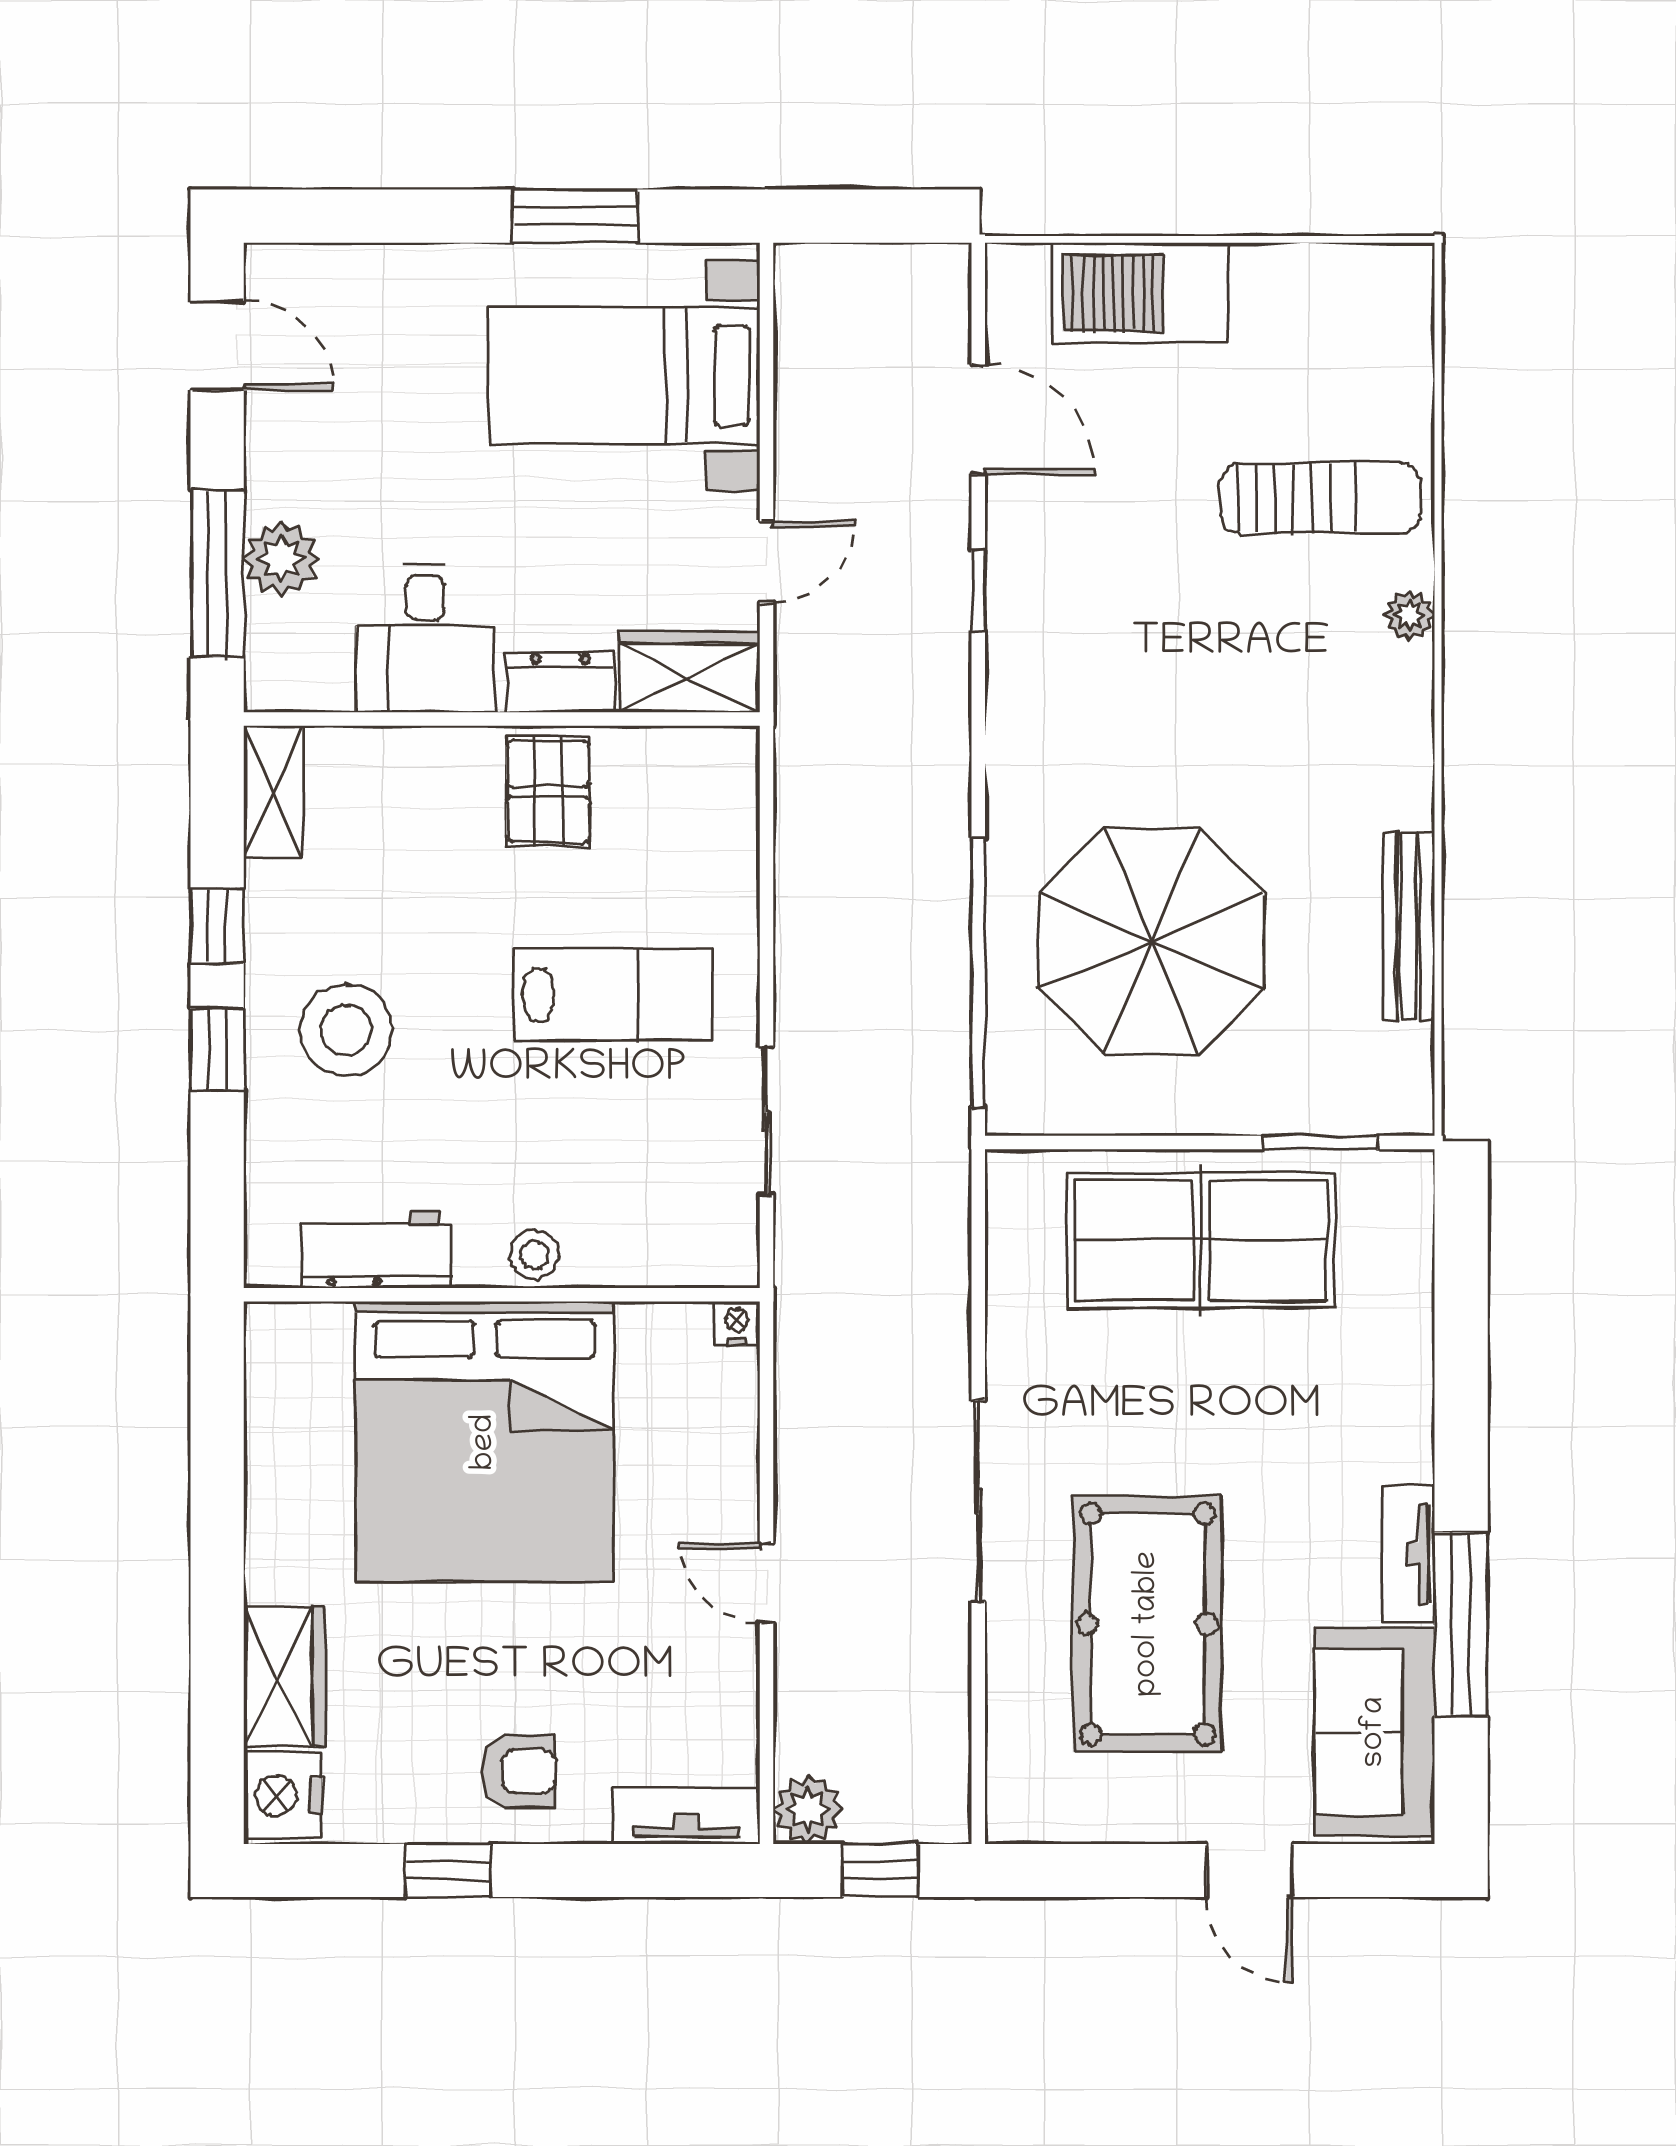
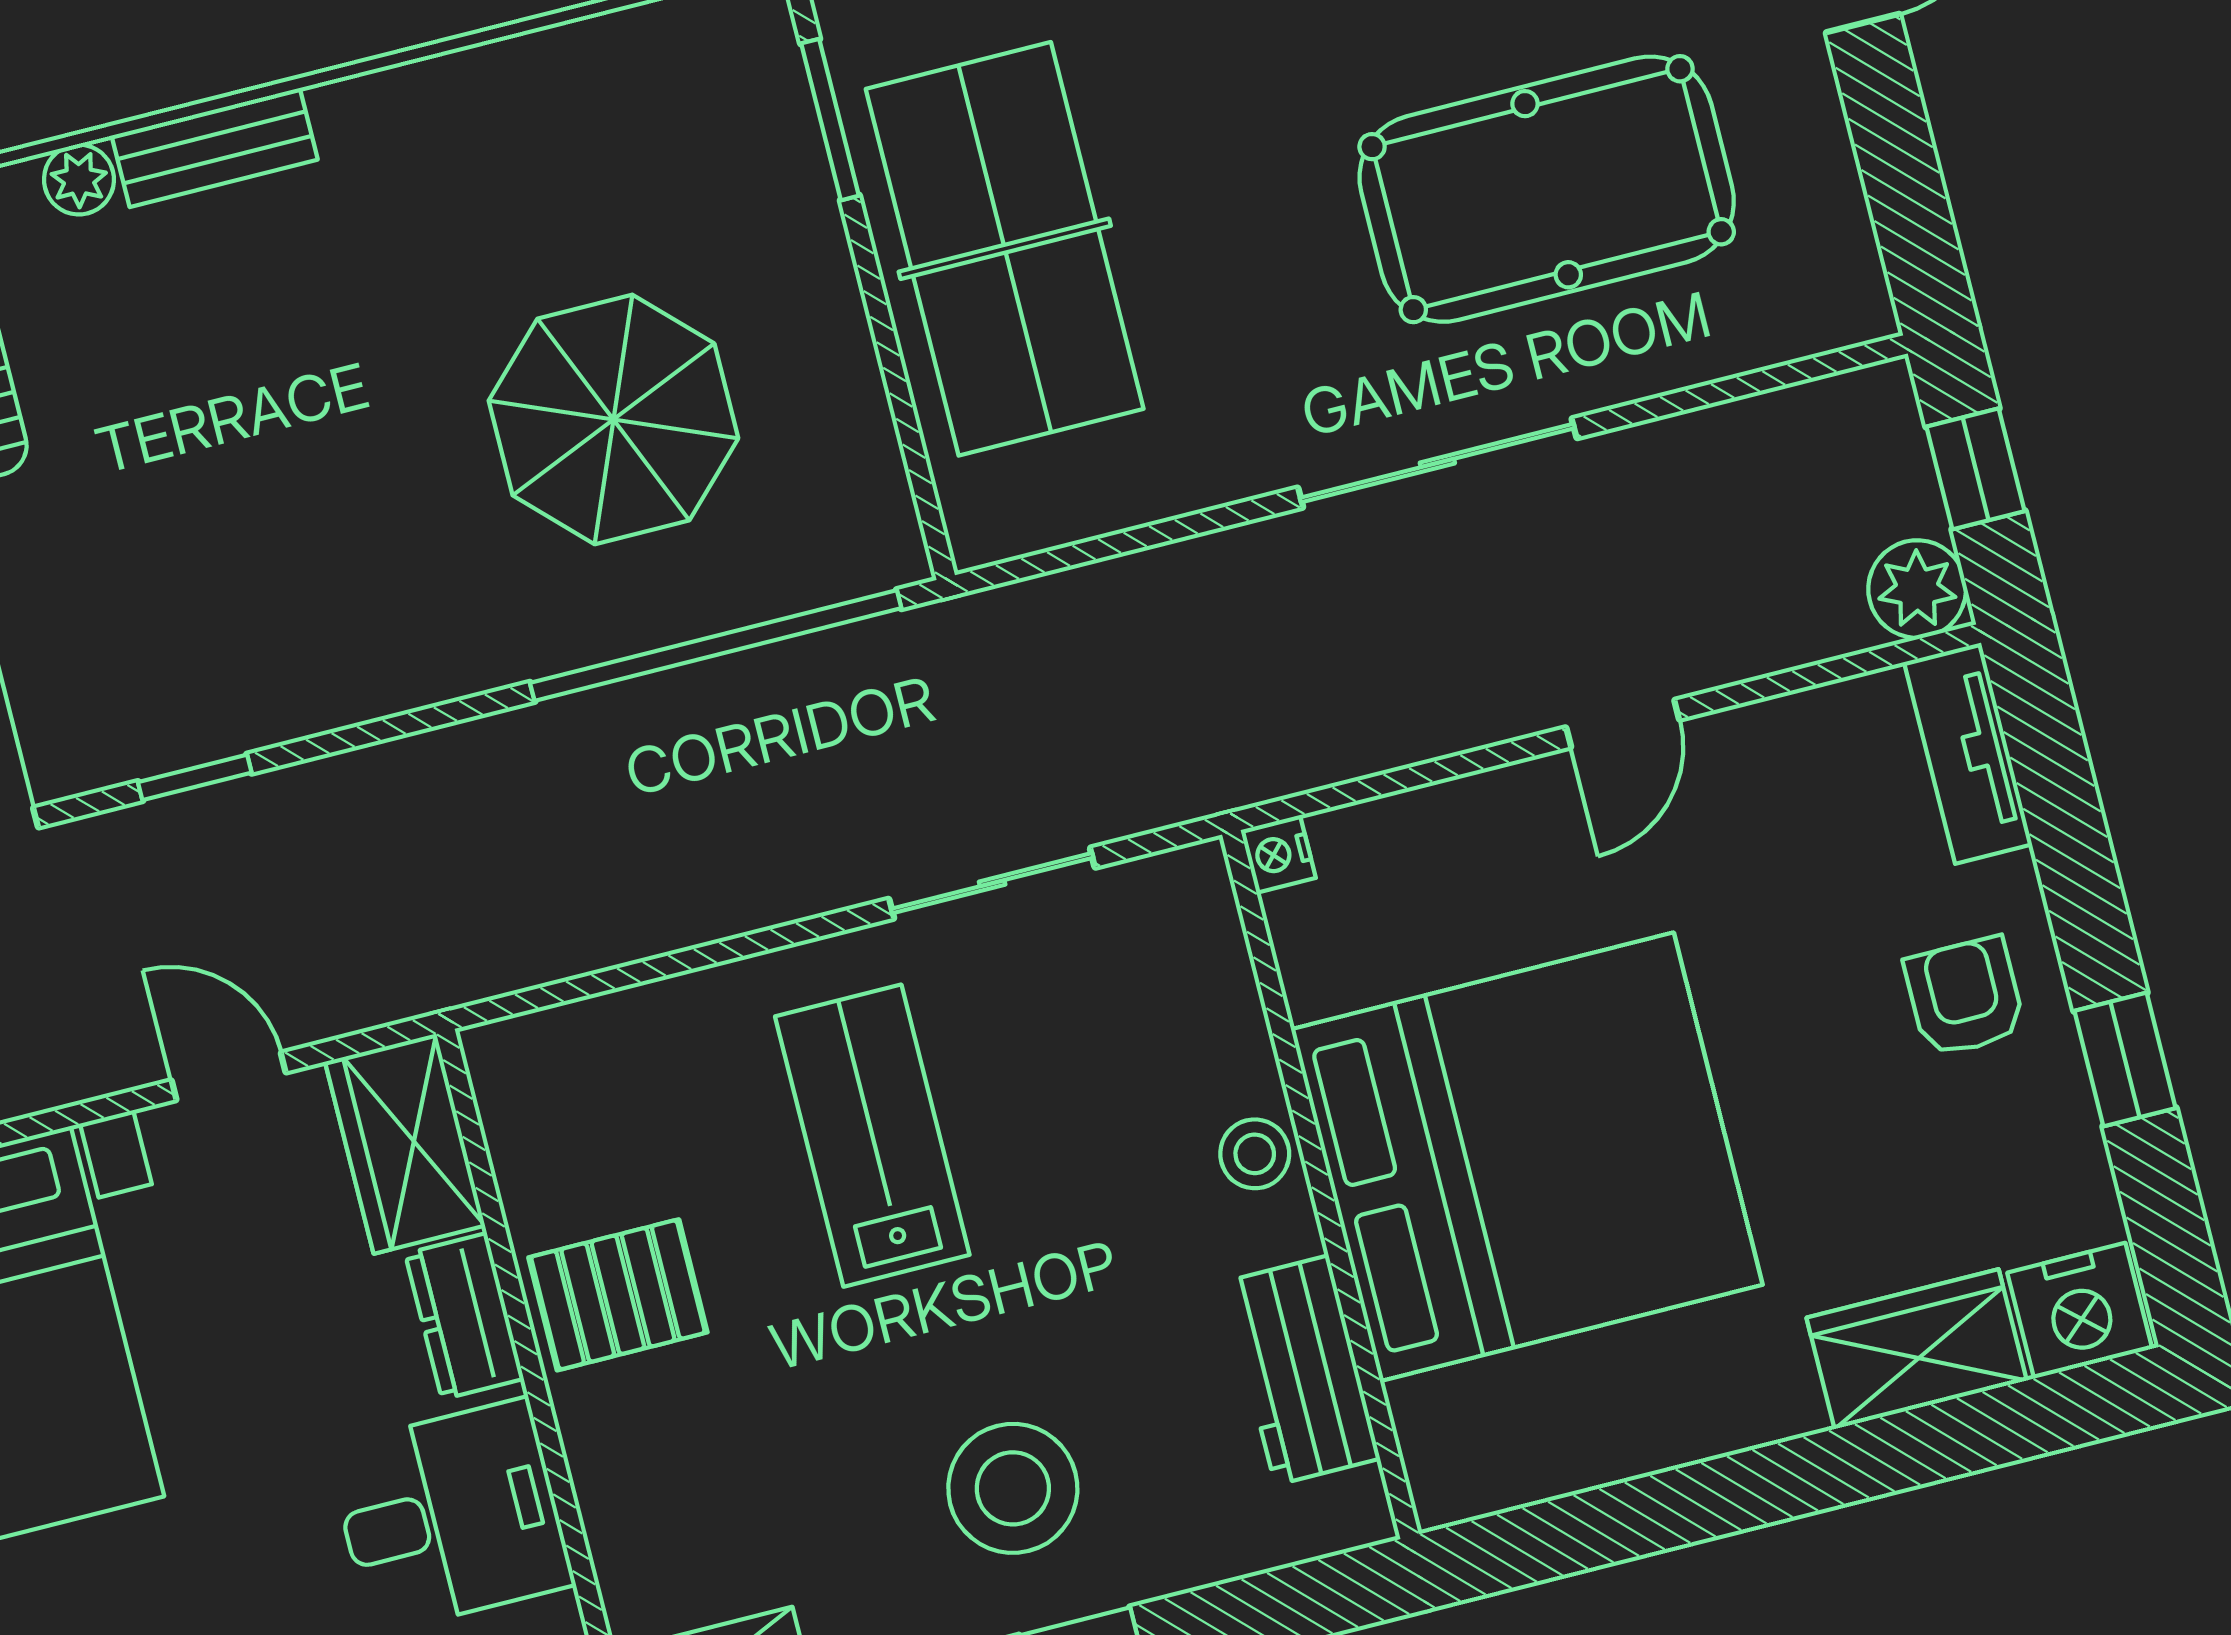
bench: (1408, 926) -> (215, 147), moved, width x0.73
parasol: (1152, 941) -> (613, 419), width x0.73, depth x0.73

